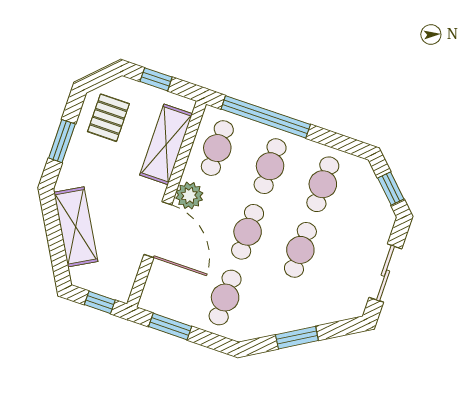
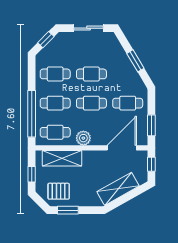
window: (62, 141) -> (68, 210), moved
door: (158, 230) -> (122, 148), moved

